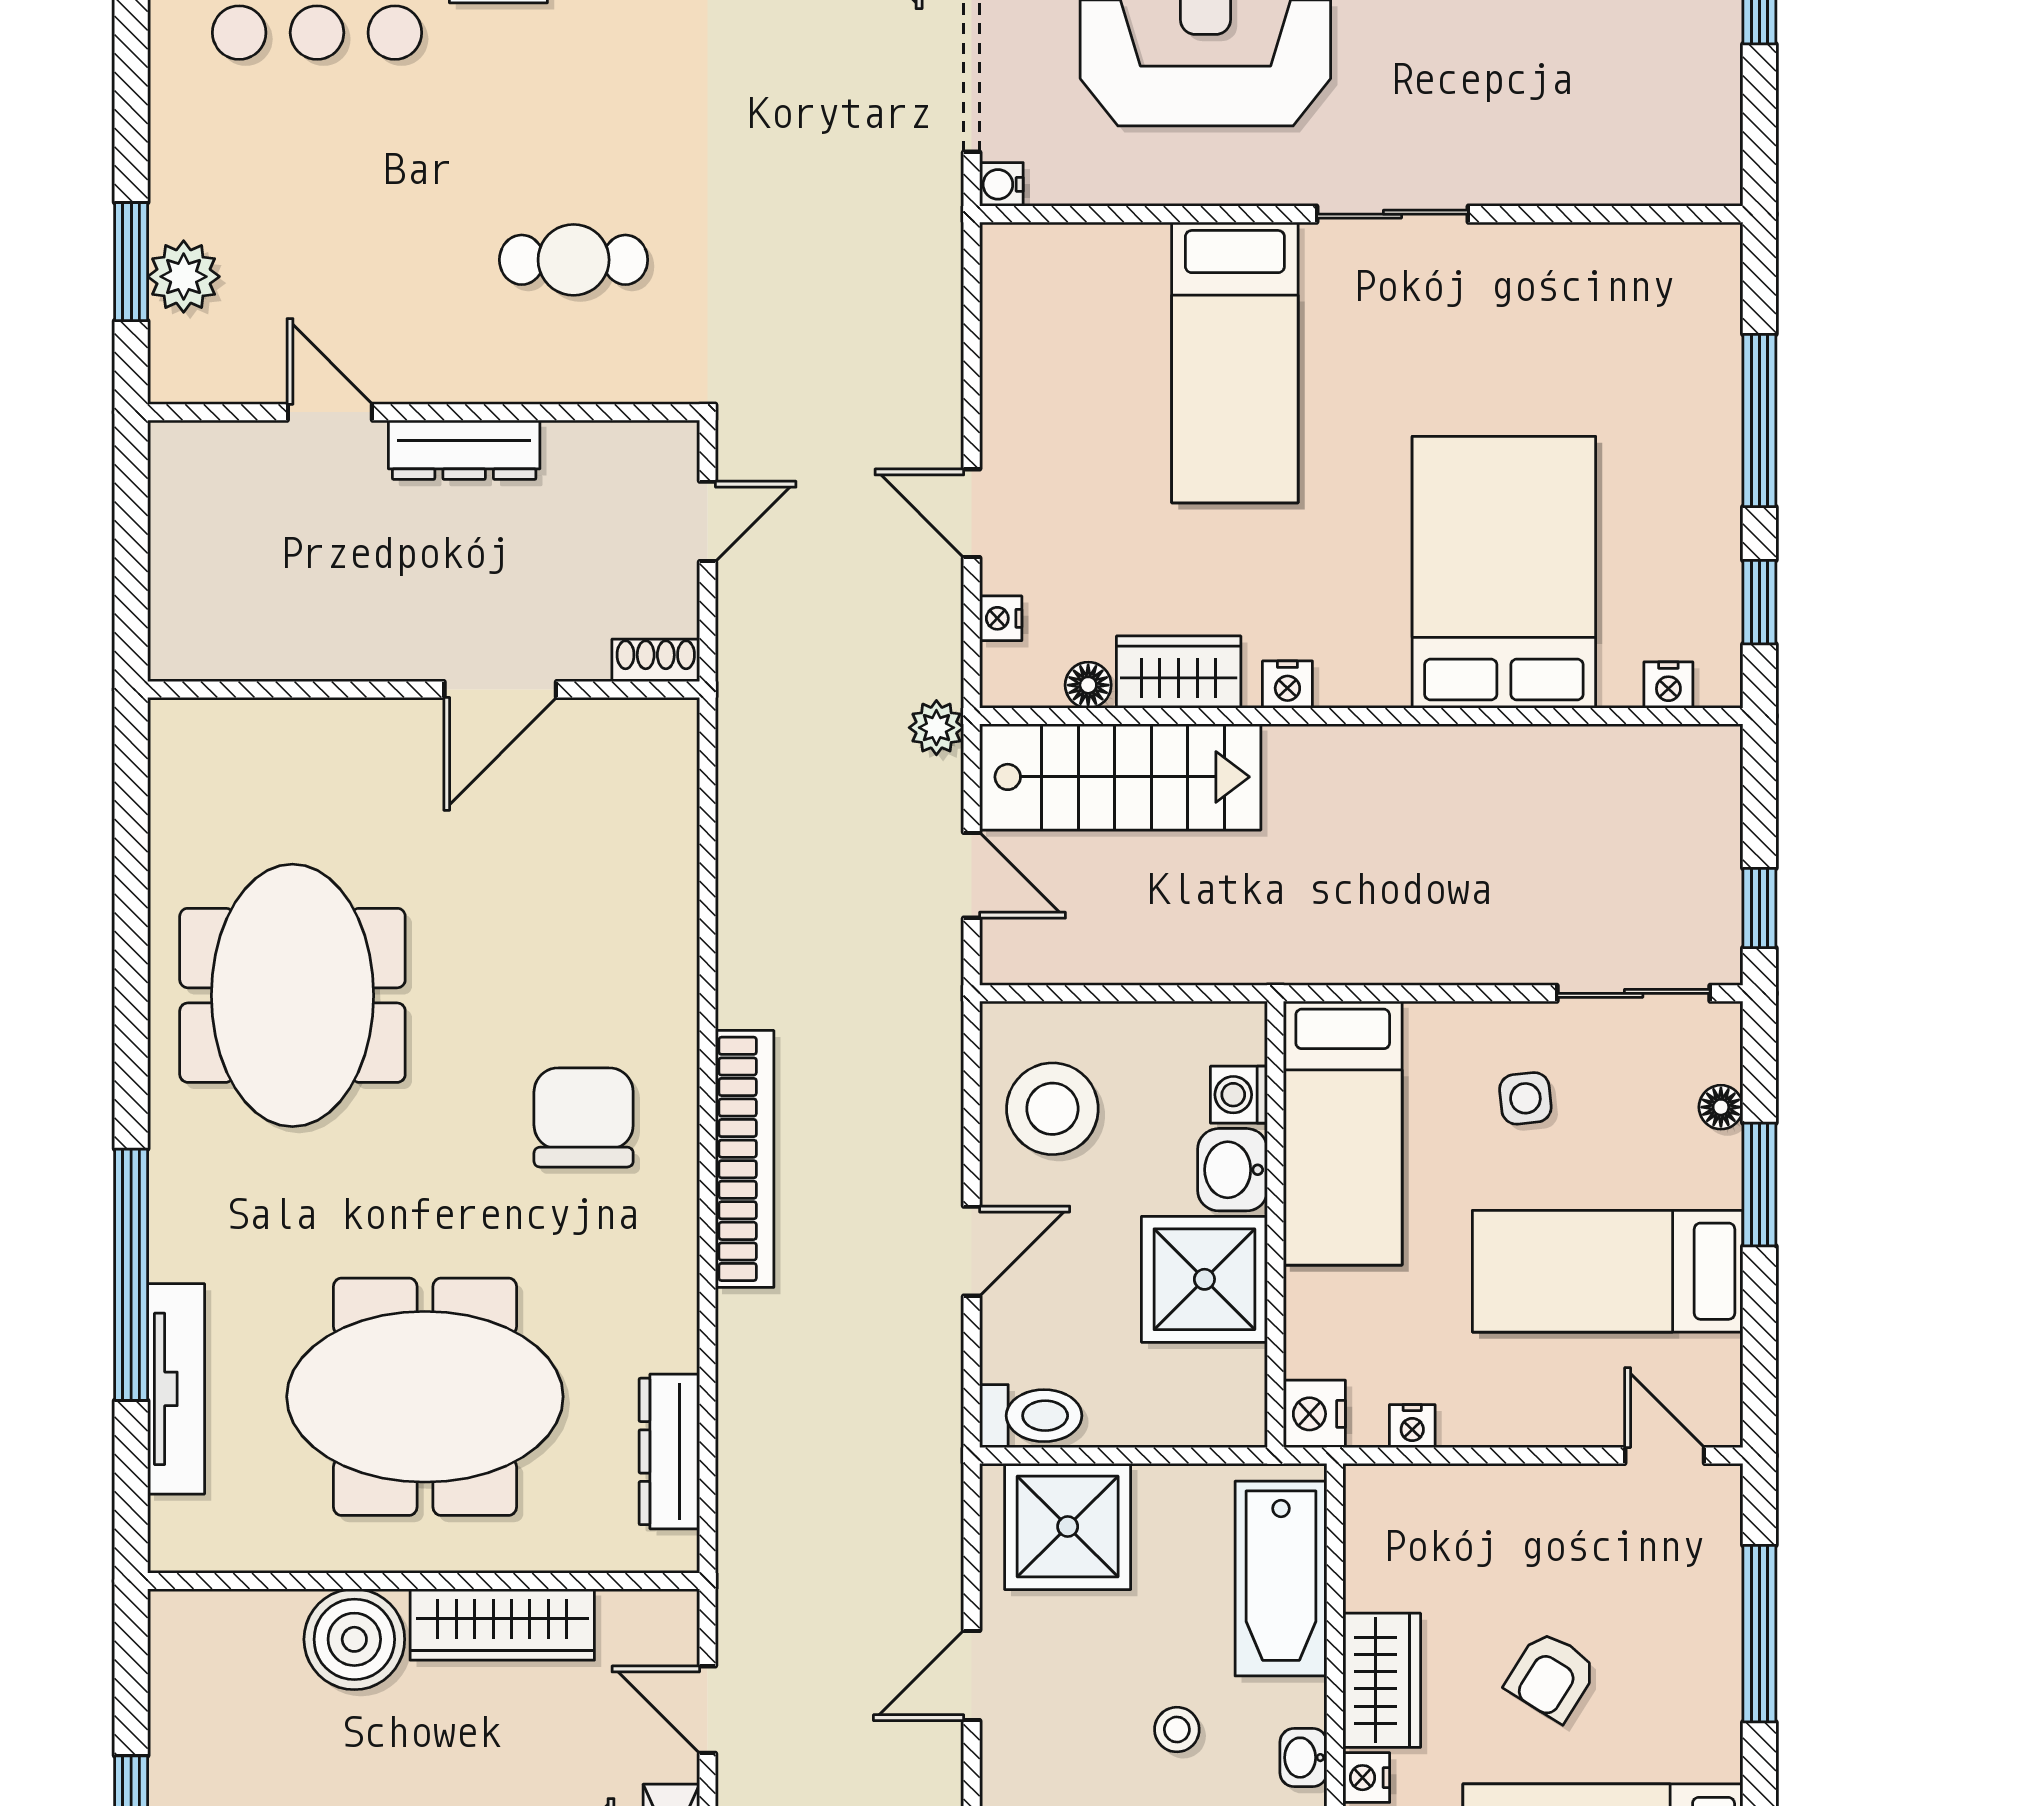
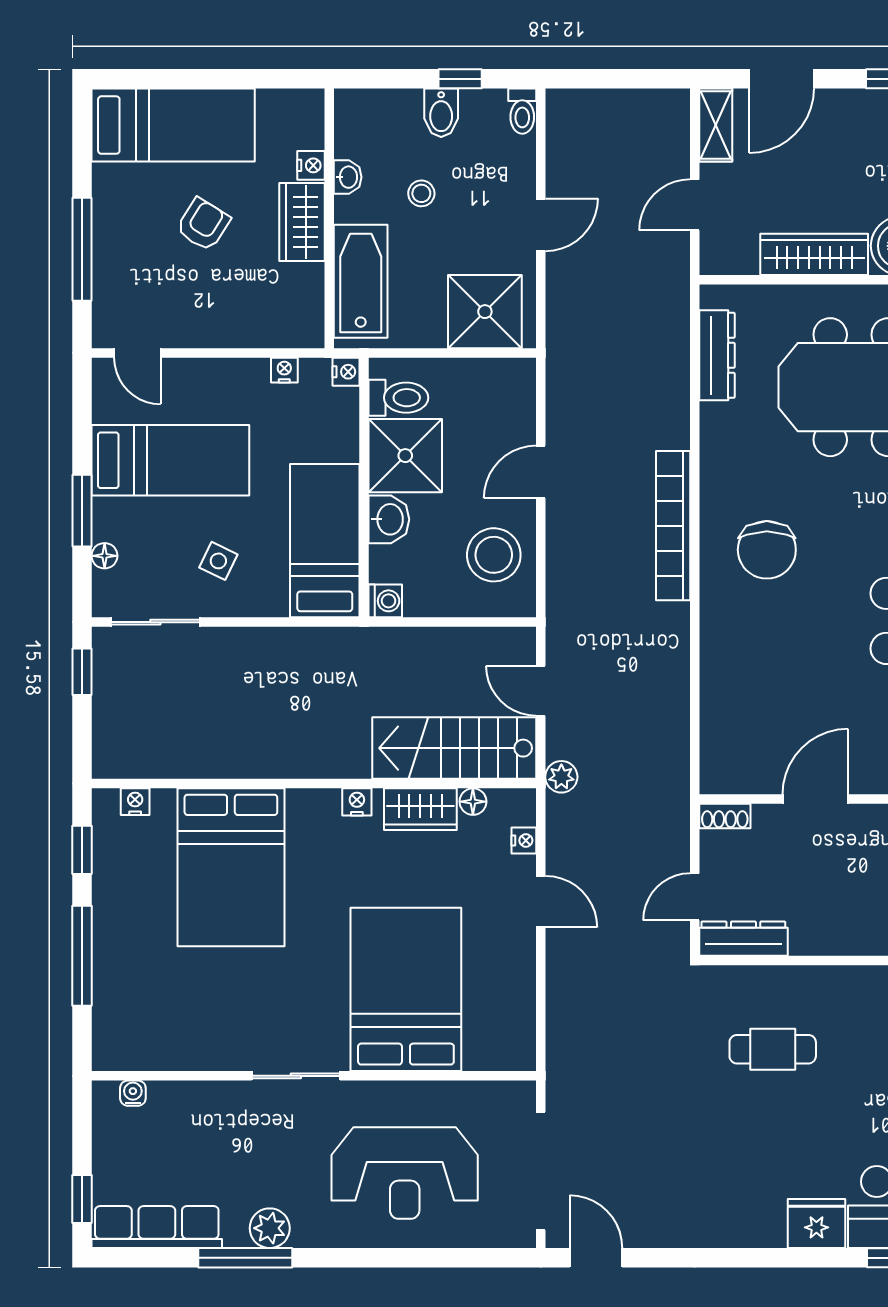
water cooler: (1001, 184) -> (133, 1093), moved, turned -90
bed: (1235, 362) -> (406, 989), width x1.50
dresser: (464, 450) -> (743, 939), moved
washing machine: (1239, 1095) -> (385, 601), moved
side table: (1525, 1098) -> (218, 561), turned 32
nightstand: (1314, 1414) -> (346, 372), width x0.72, depth x0.74
toilet: (1031, 1416) -> (398, 398), moved, turned 180
door: (708, 1710) -> (695, 205), swing flipped

